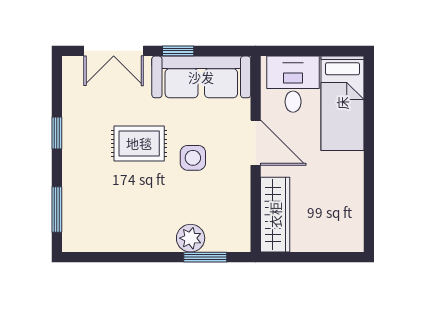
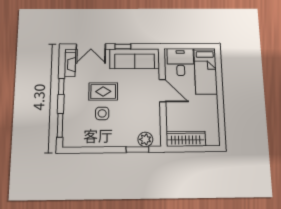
fireplace: (73, 88) -> (70, 65), added
side table: (193, 158) -> (102, 113), moved
wardrobe: (275, 215) -> (186, 139), moved, turned -90
plant: (191, 238) -> (145, 139), moved

